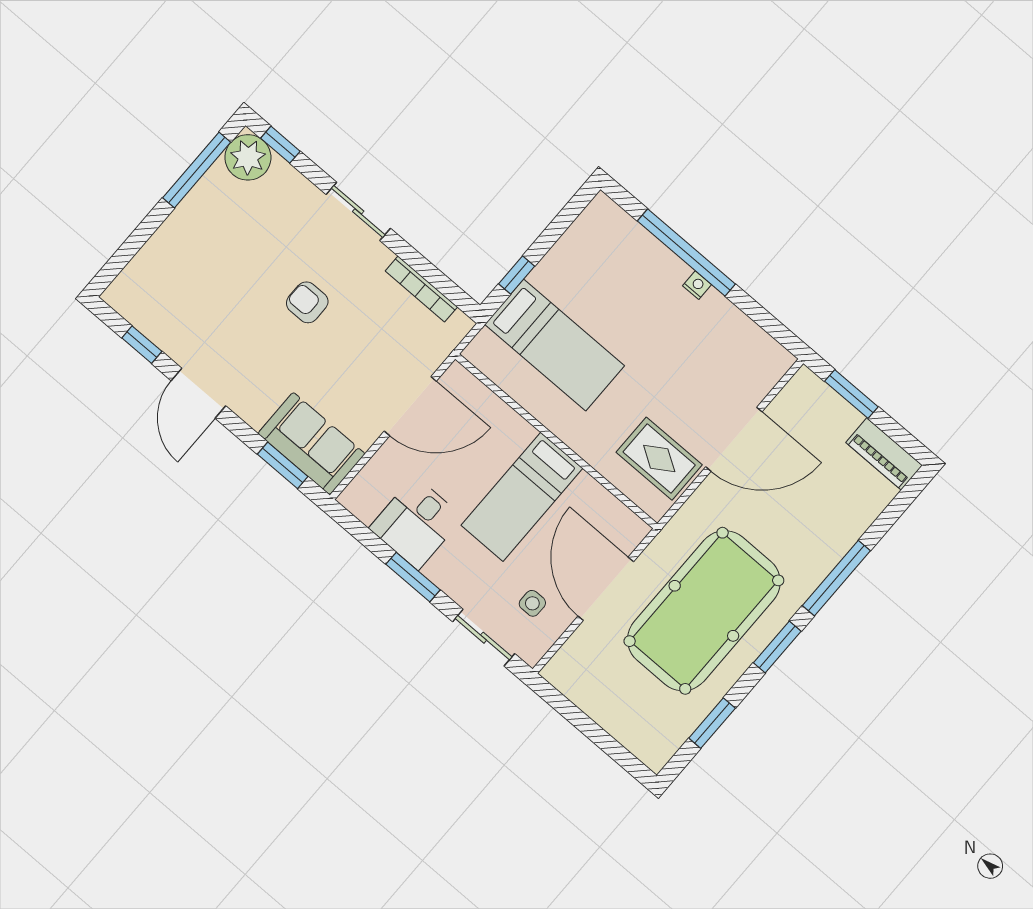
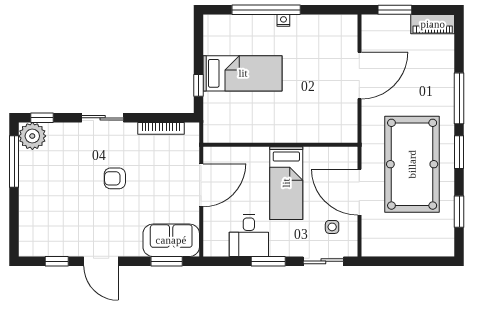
bed: (555, 345) -> (243, 73), moved
rug: (659, 459) -> (333, 113), removed

